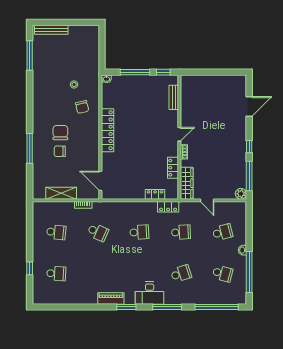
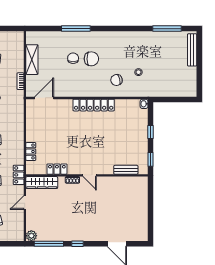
window: (135, 72) -> (151, 132), width x0.46
locker: (168, 207) -> (19, 175), moved

